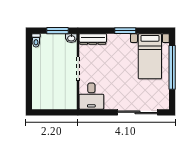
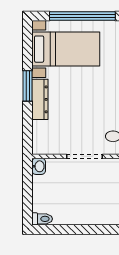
window: (57, 31) -> (28, 187), removed
dresser: (93, 39) -> (40, 99), moved

